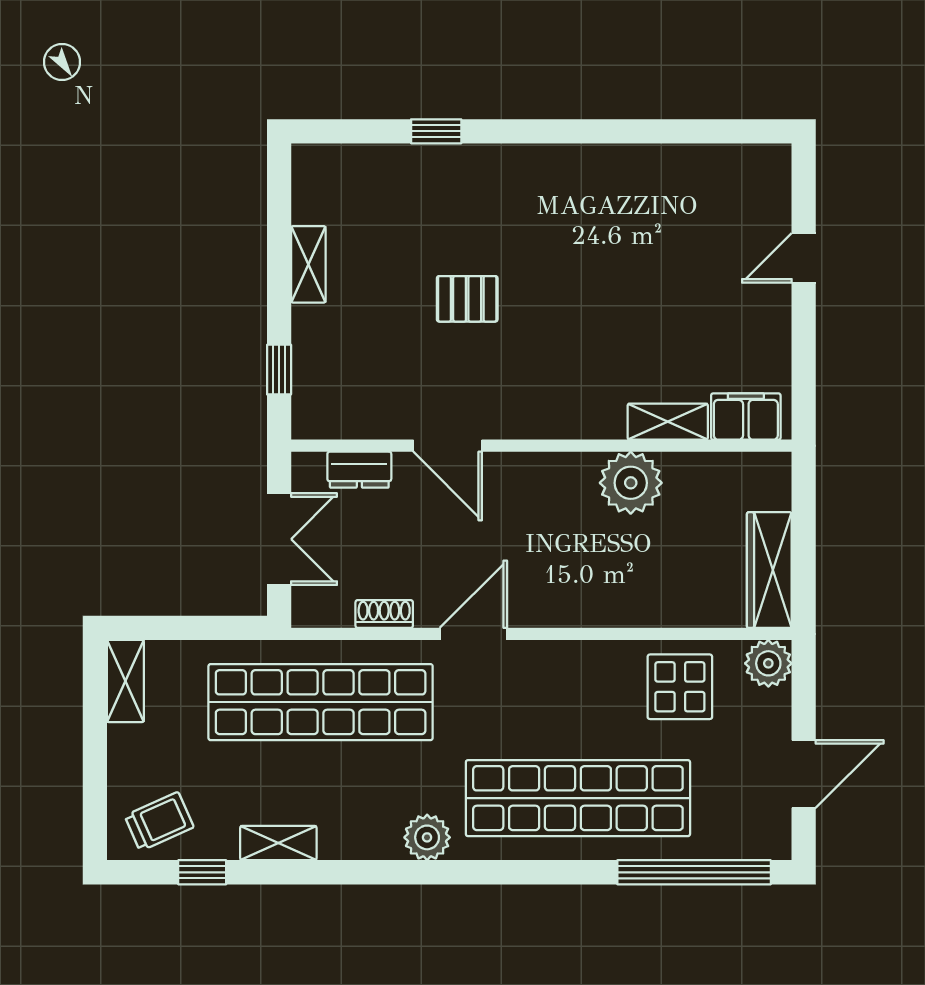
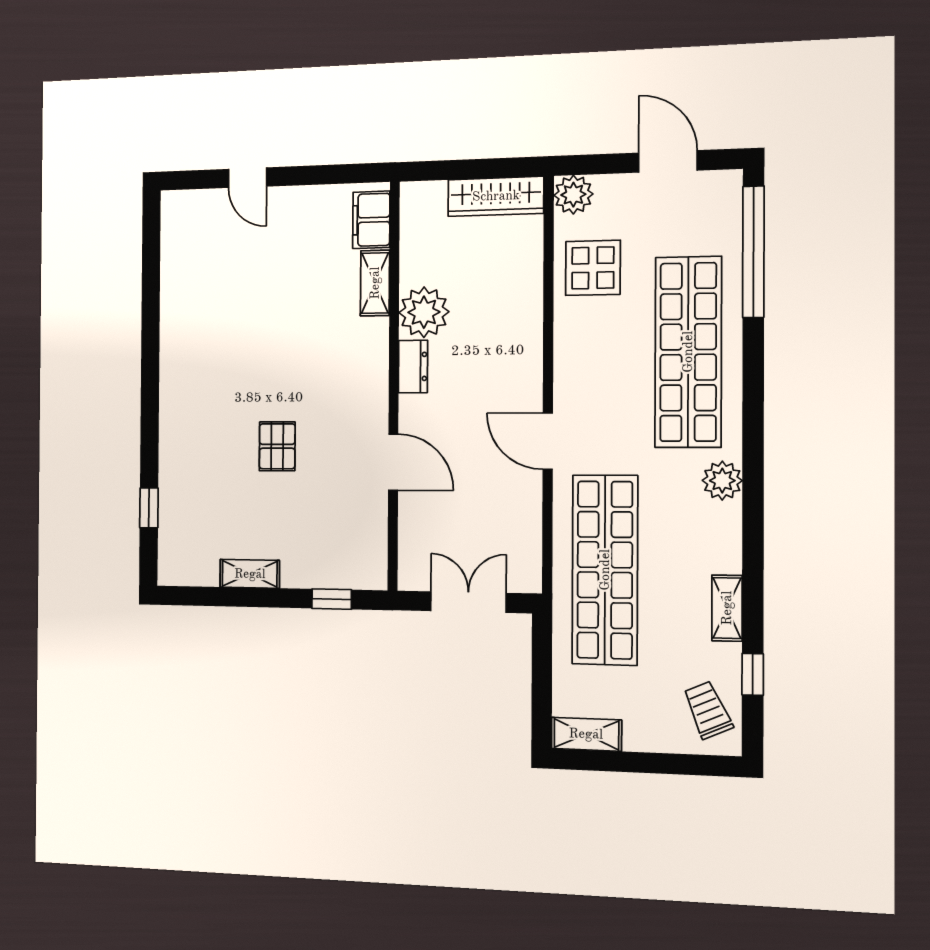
window: (436, 131) -> (149, 508), moved
door: (448, 446) -> (393, 462), hinge flipped
dresser: (359, 470) -> (413, 367), moved
shoe rack: (384, 614) -> (531, 515), removed

